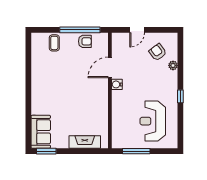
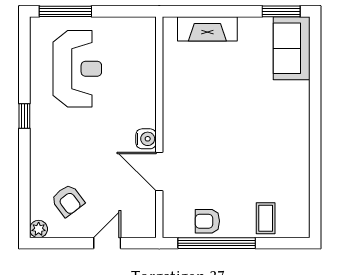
plant: (173, 65) -> (39, 229), moved
door: (110, 67) -> (159, 172), swing flipped
window: (136, 151) -> (65, 11), moved

